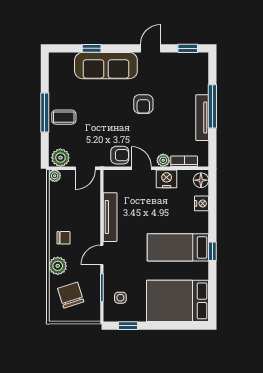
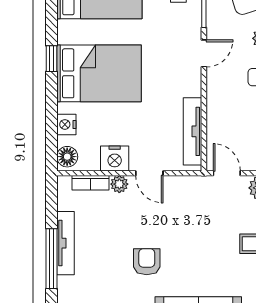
armchair: (120, 155) -> (179, 191), removed
door: (85, 168) -> (227, 173), hinge flipped
tv unit: (110, 217) -> (193, 131), moved
bed: (178, 247) -> (99, 73), width x1.50

